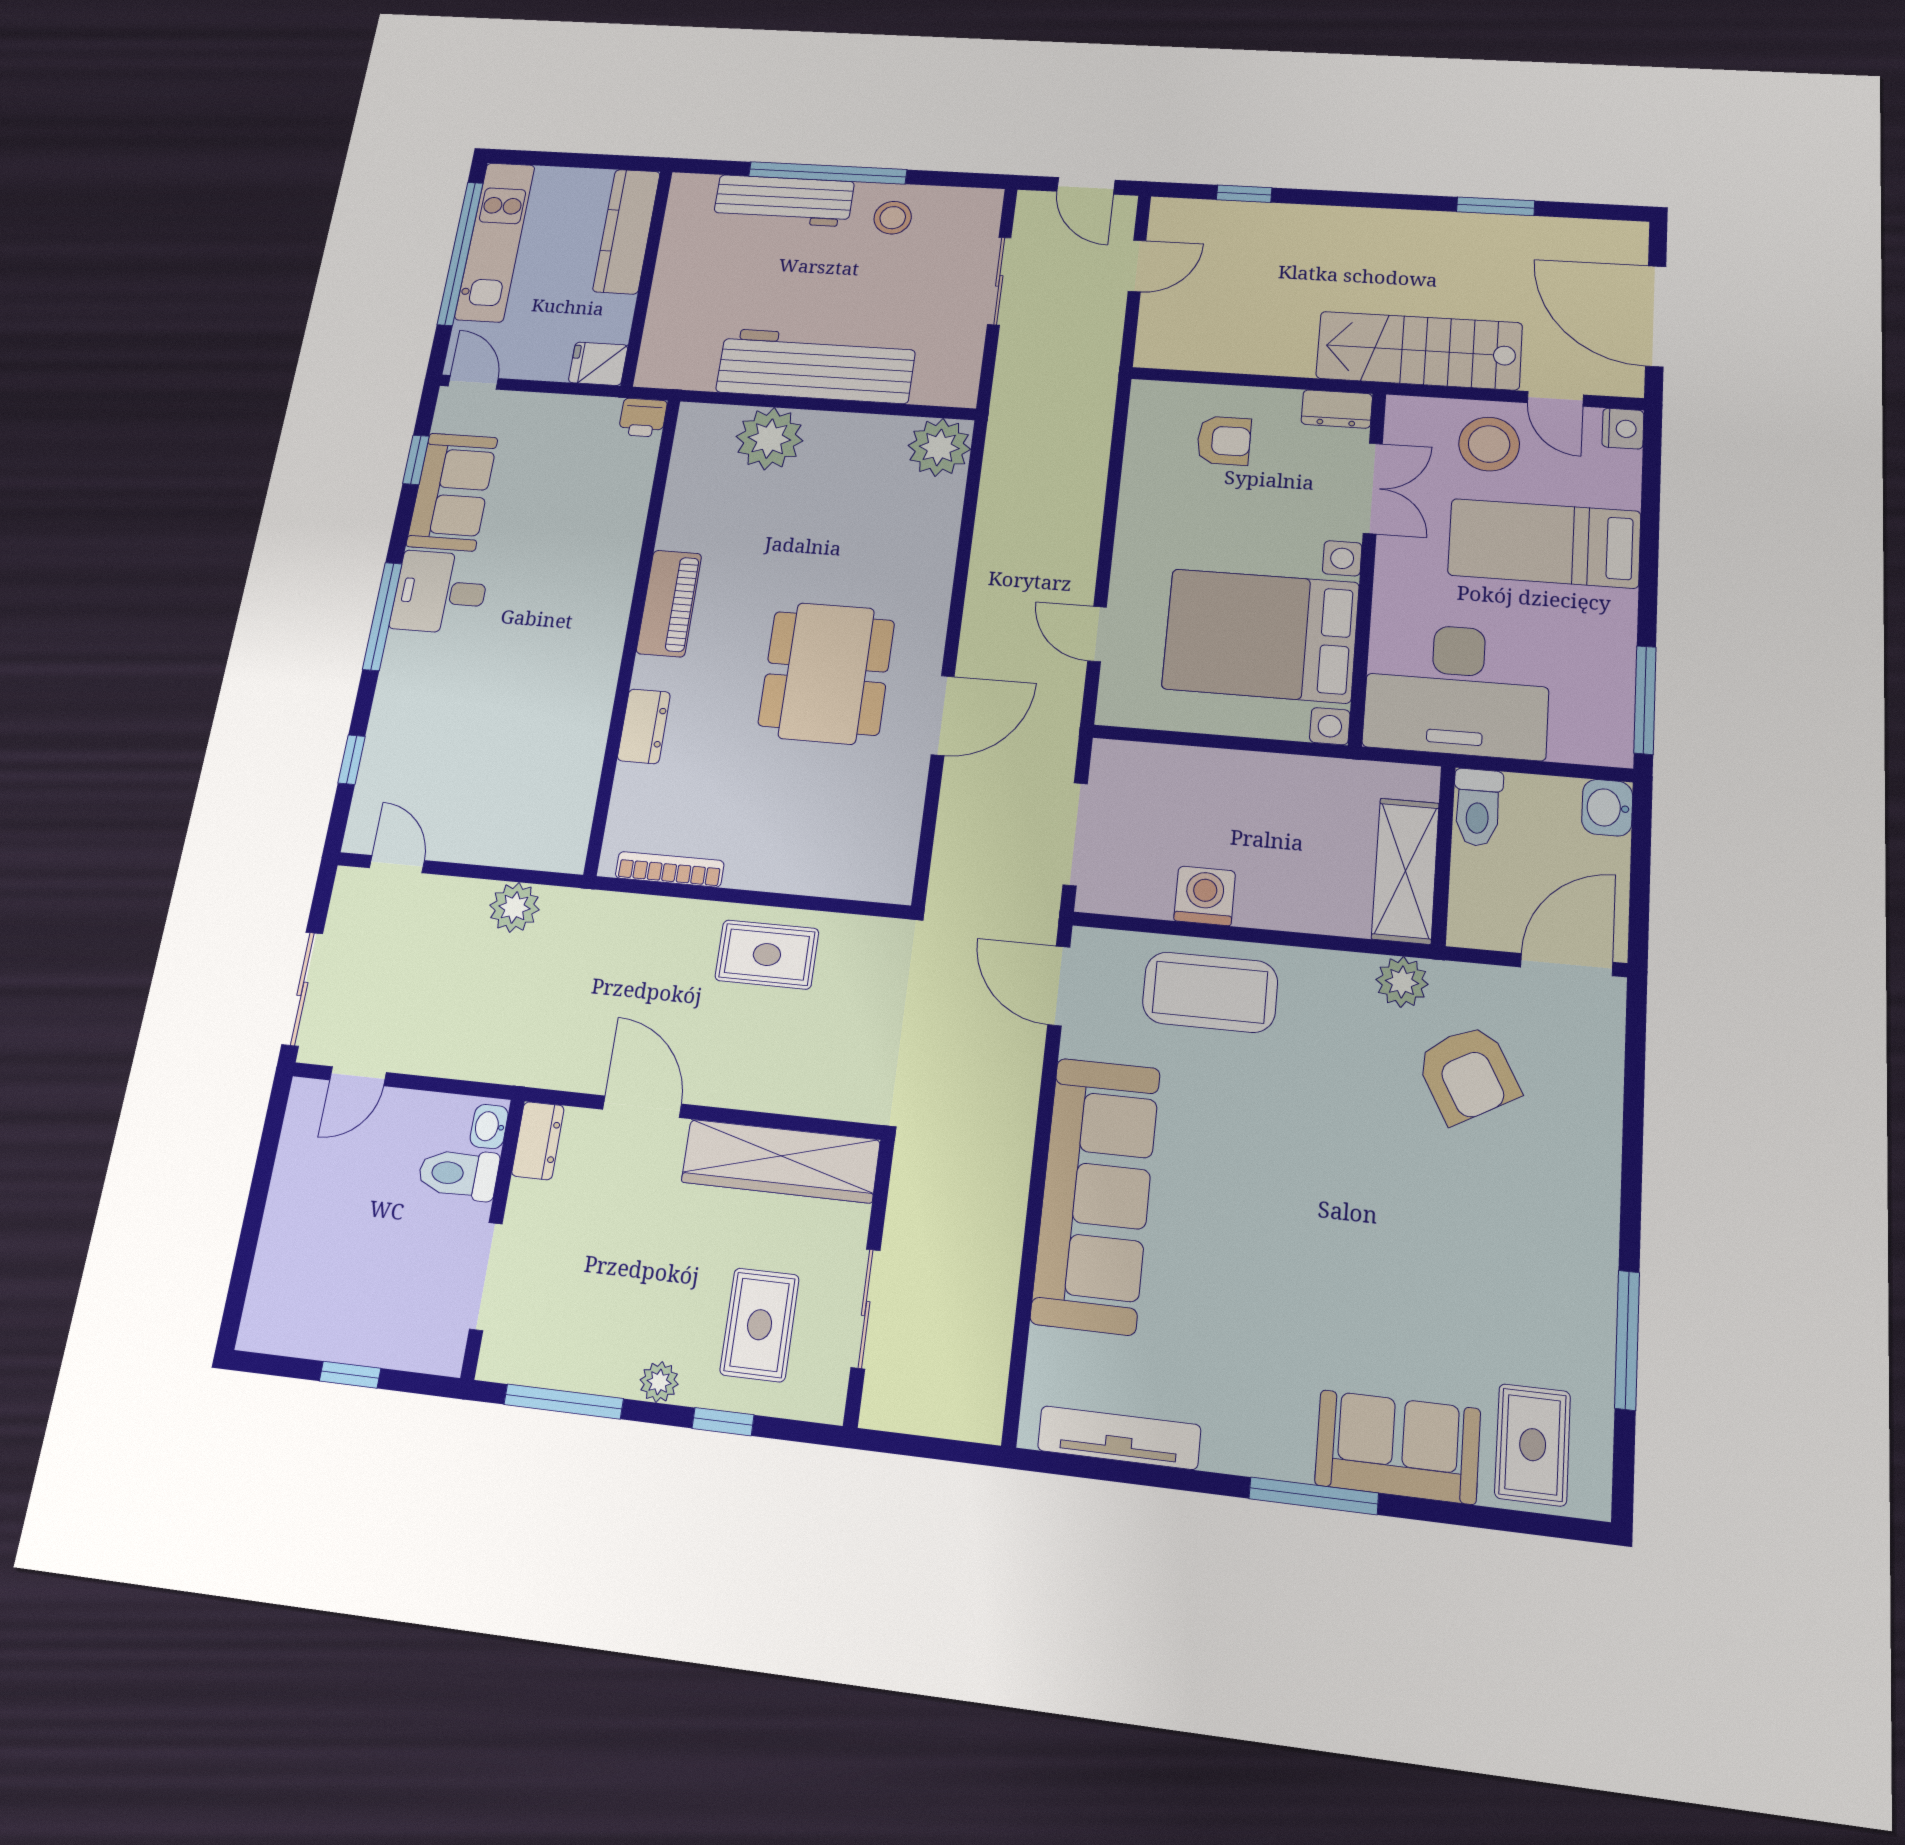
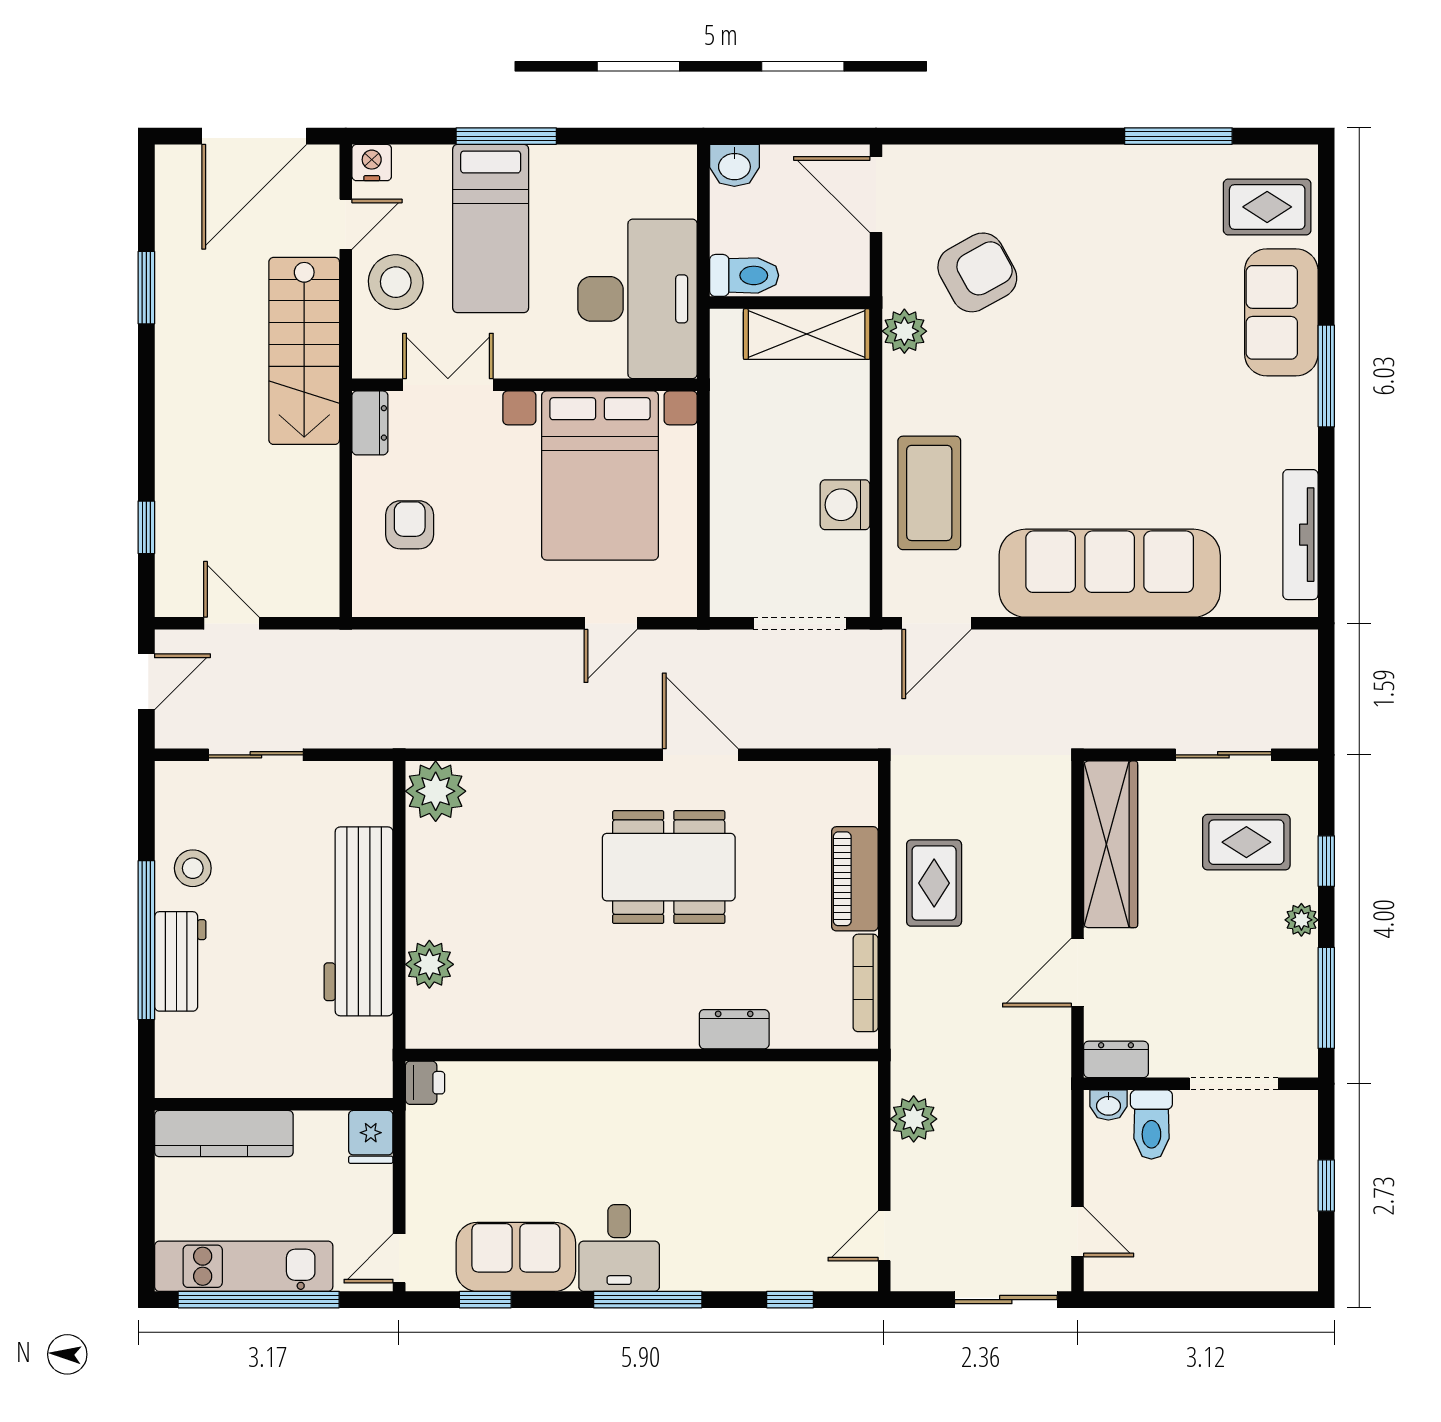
workbench: (784, 201) -> (180, 961), width x0.73
plant: (769, 439) -> (429, 964), width x0.73, depth x0.73
piano: (669, 603) -> (855, 879), moved, turned -90
window: (1645, 700) -> (506, 136), moved

